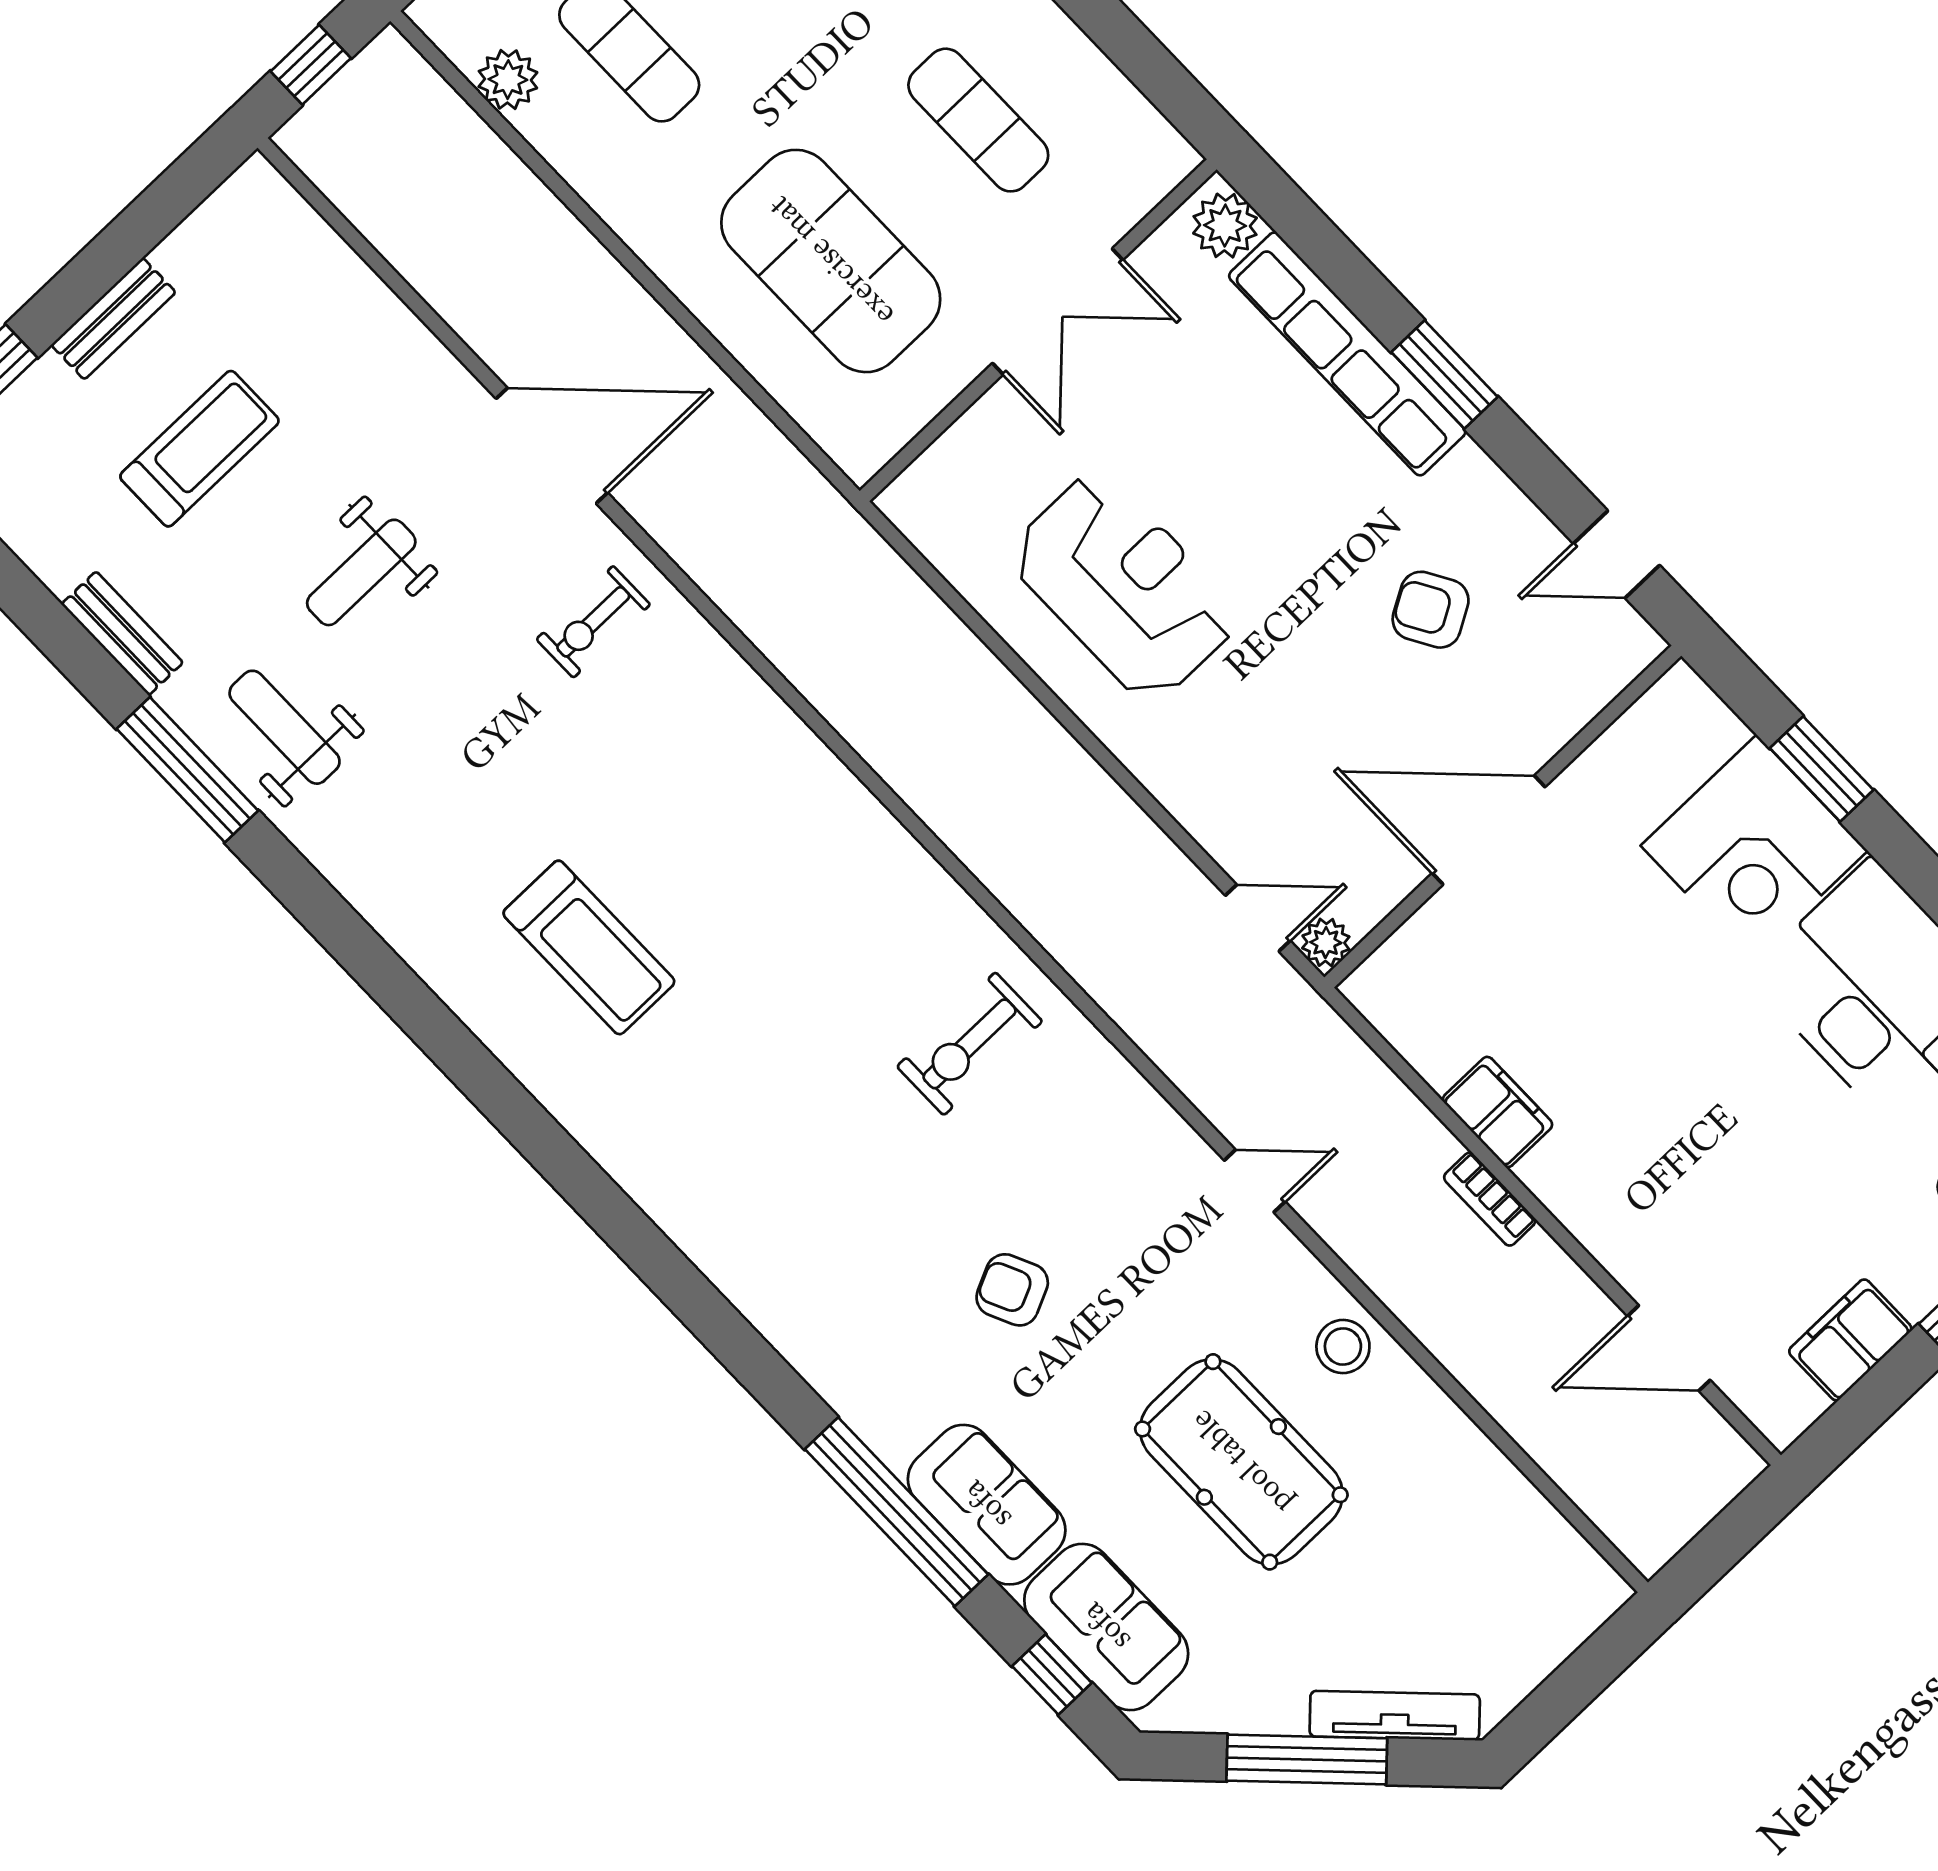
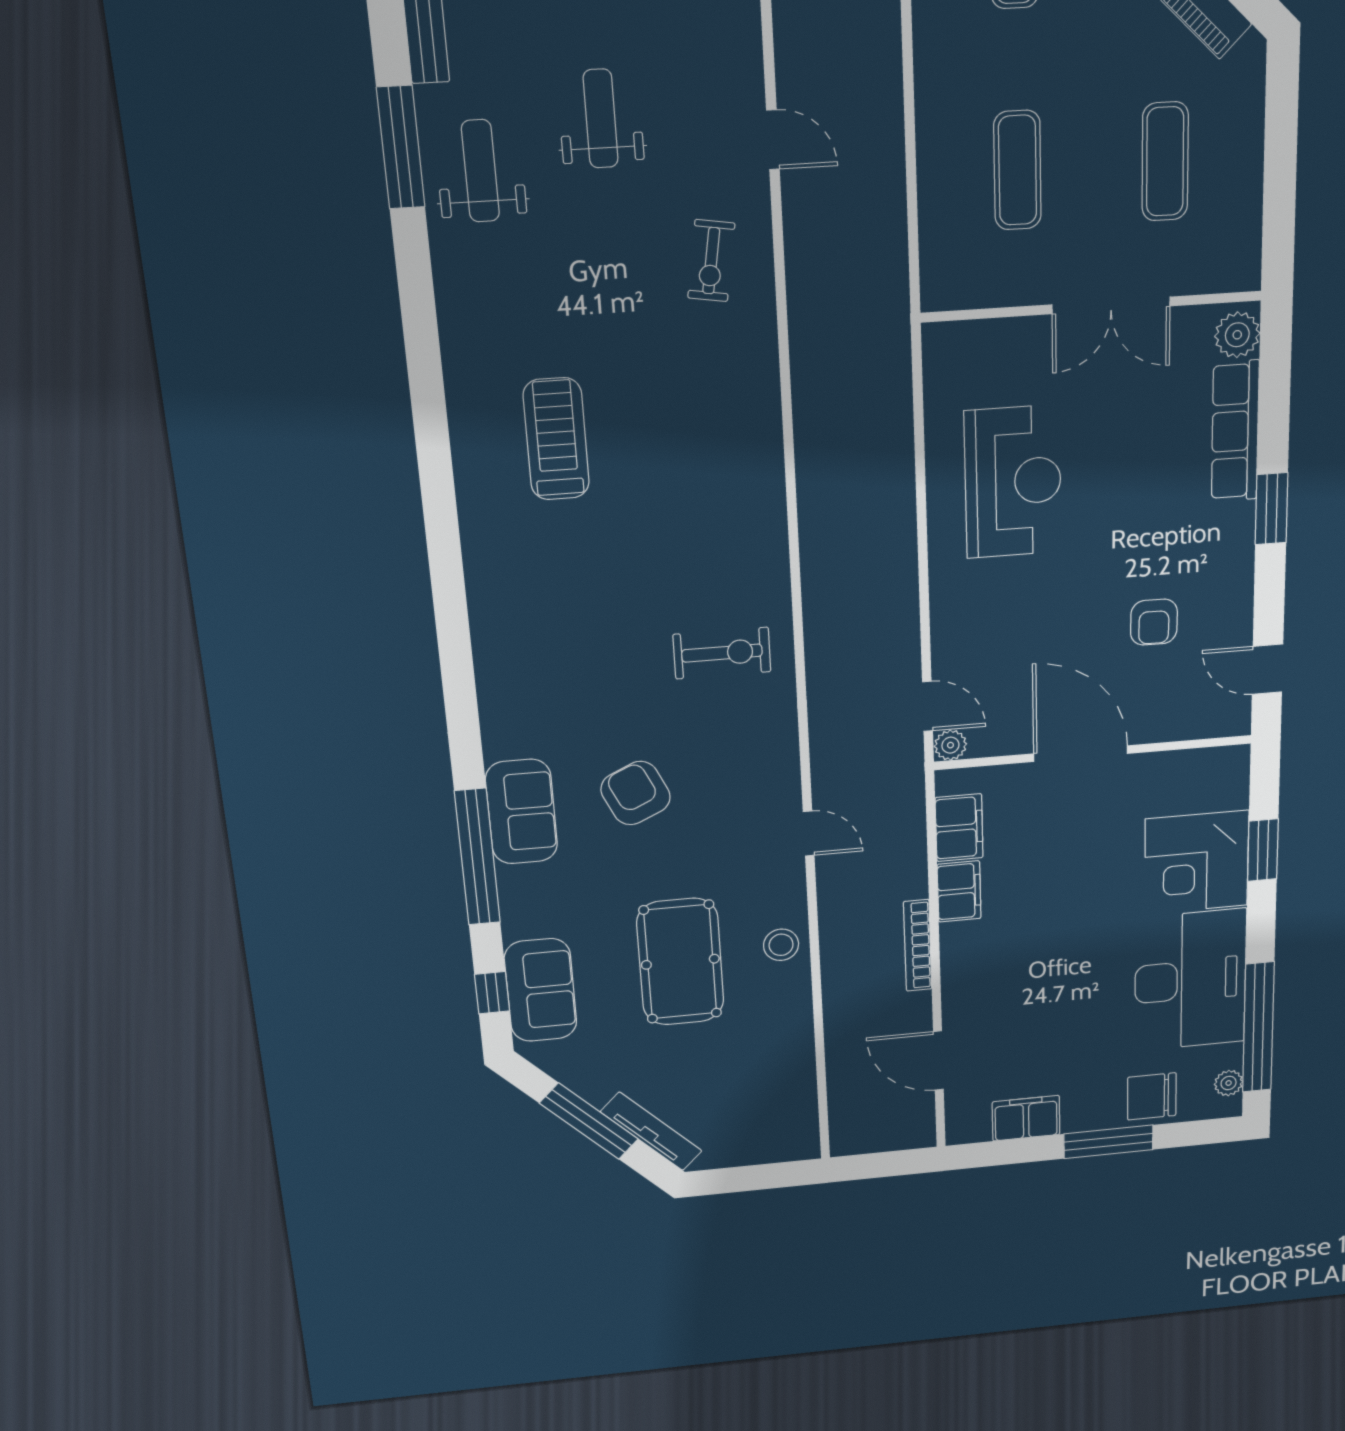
exercise mat: (831, 261) -> (1017, 170), width x0.50, depth x0.69
row of seats: (1347, 354) -> (1235, 431), width x0.73
door: (552, 446) -> (773, 140), width x0.53
weight bench: (361, 572) -> (601, 119), turned 90
armchair: (1431, 610) -> (1154, 622), turned -149
exercise bike: (593, 622) -> (711, 261), turned -81
treadmill: (589, 947) -> (556, 439), turned 180
filing cabinet: (1426, 1033) -> (959, 828), added
exercise bike: (970, 1044) -> (722, 653), turned 180
bookcase: (1490, 1199) -> (918, 946), width x1.56
armchair: (1012, 1290) -> (636, 793), width x1.38, depth x1.38
sofa: (987, 1505) -> (522, 812), moved

